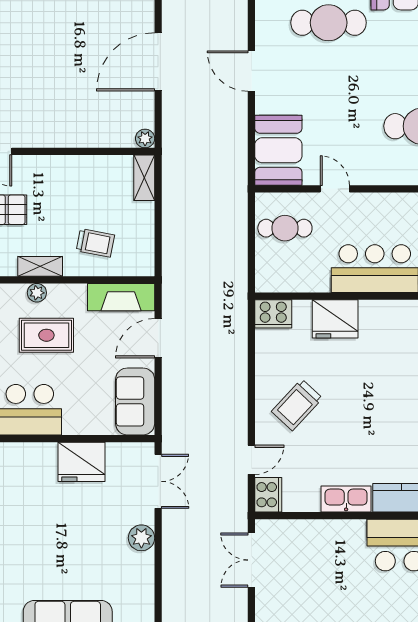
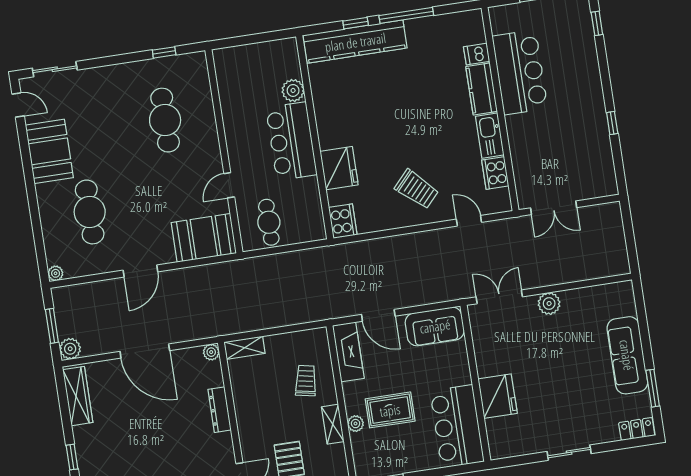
dresser: (77, 138) -> (220, 410), added
rug: (46, 335) -> (390, 410), turned 90
fridge: (81, 462) -> (498, 396), moved
cooker: (268, 495) -> (495, 173), moved, turned -90

